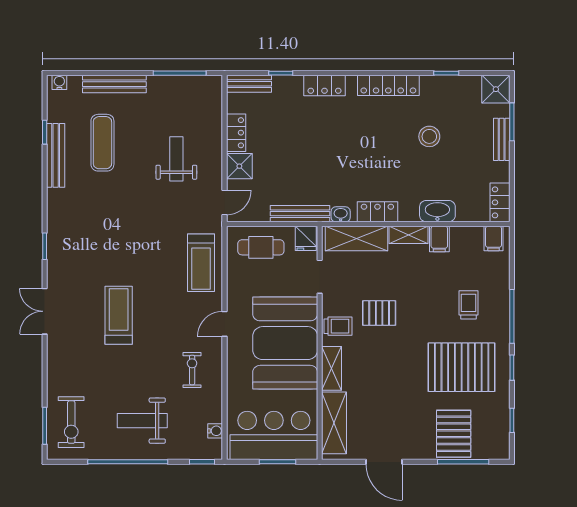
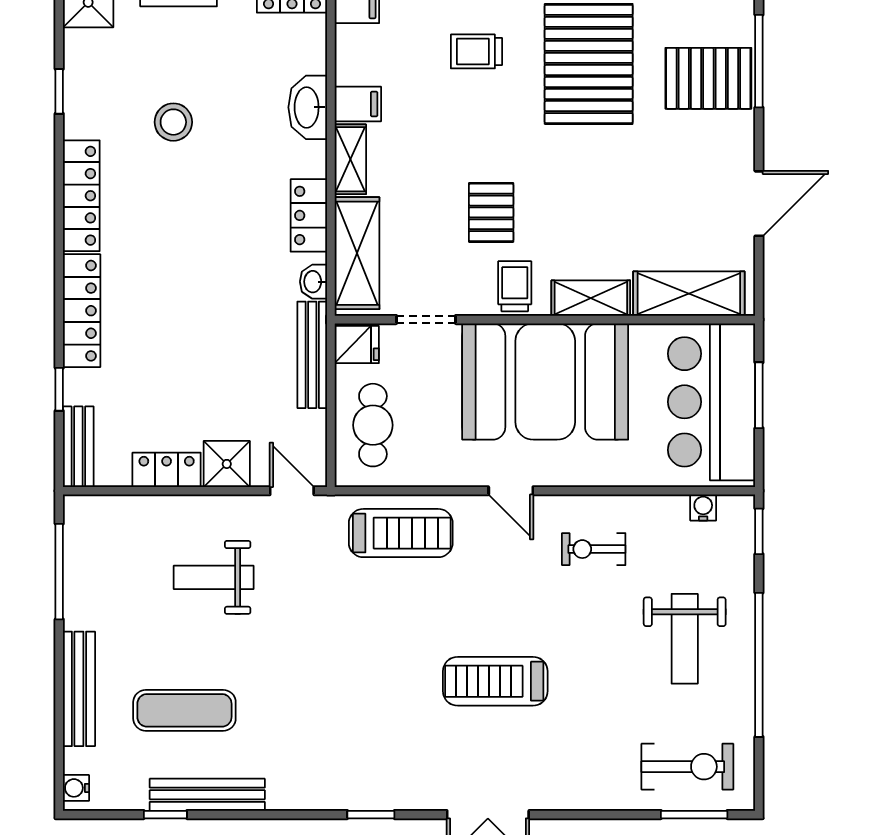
locker: (324, 86) -> (82, 311), width x1.53

